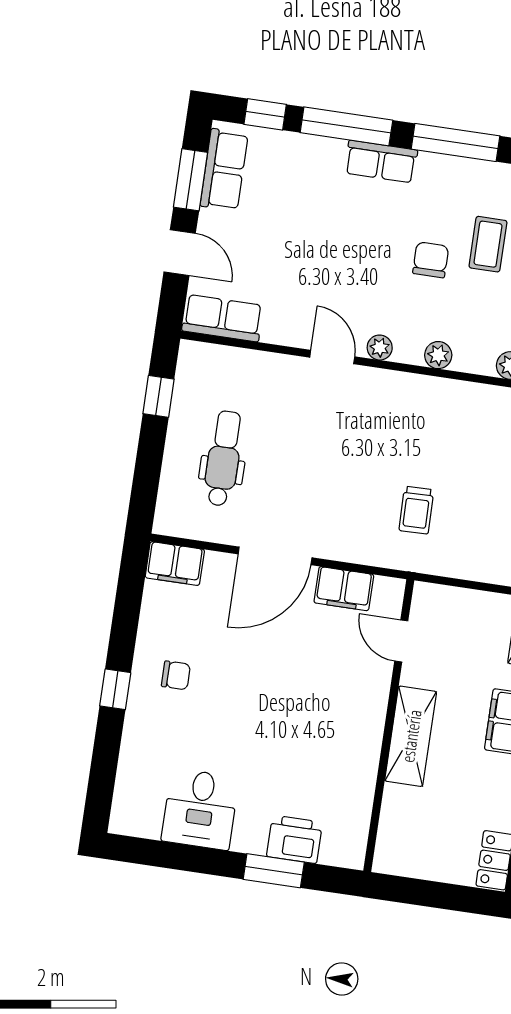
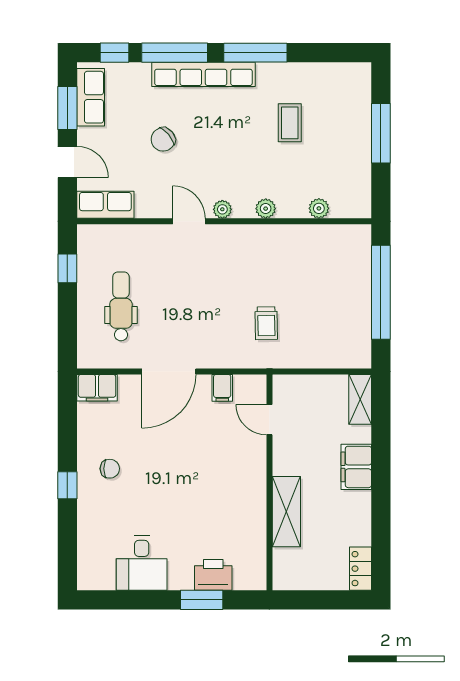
row of seats: (381, 162) -> (203, 74), width x2.02
chair: (431, 260) -> (163, 139), moved, turned -130
filing cabinet: (344, 589) -> (222, 388), width x0.50
shelving: (411, 736) -> (286, 512), moved

